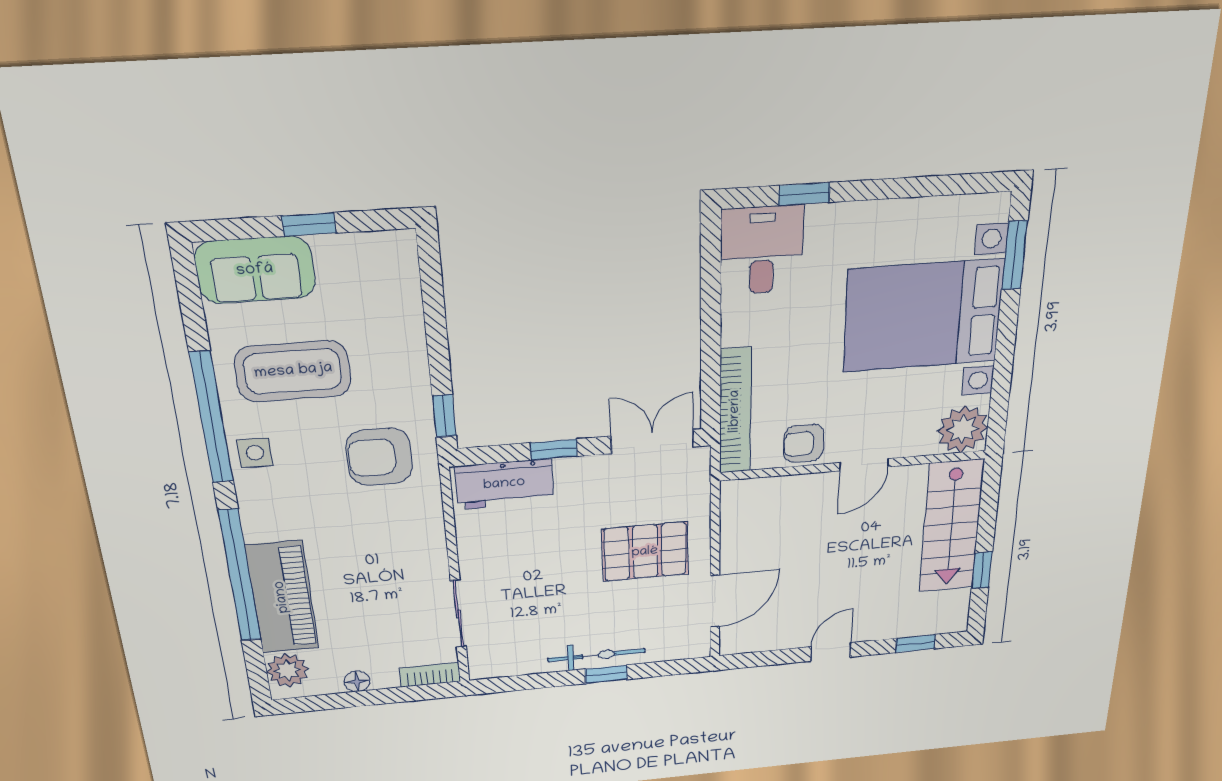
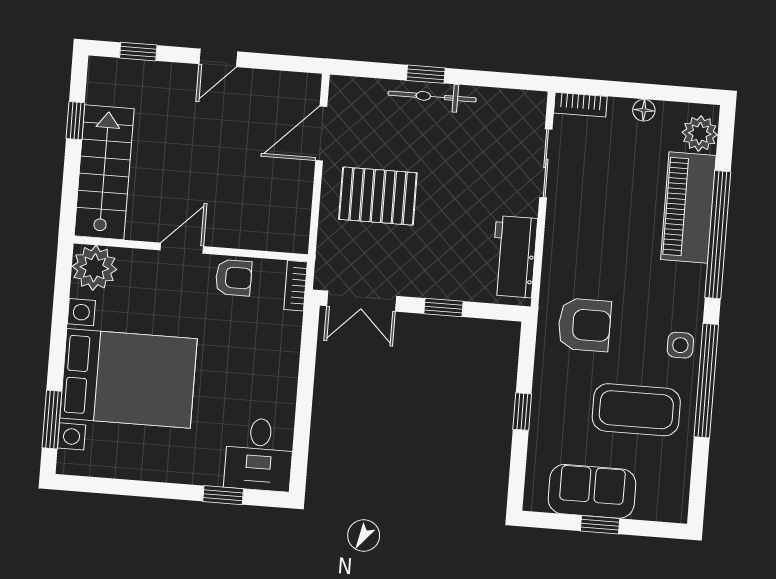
sofa: (255, 270) -> (592, 491), moved
bookcase: (735, 411) -> (296, 286), width x0.43, depth x0.76
window: (444, 416) -> (522, 412), moved
workbench: (504, 484) -> (514, 257), moved, turned -90

